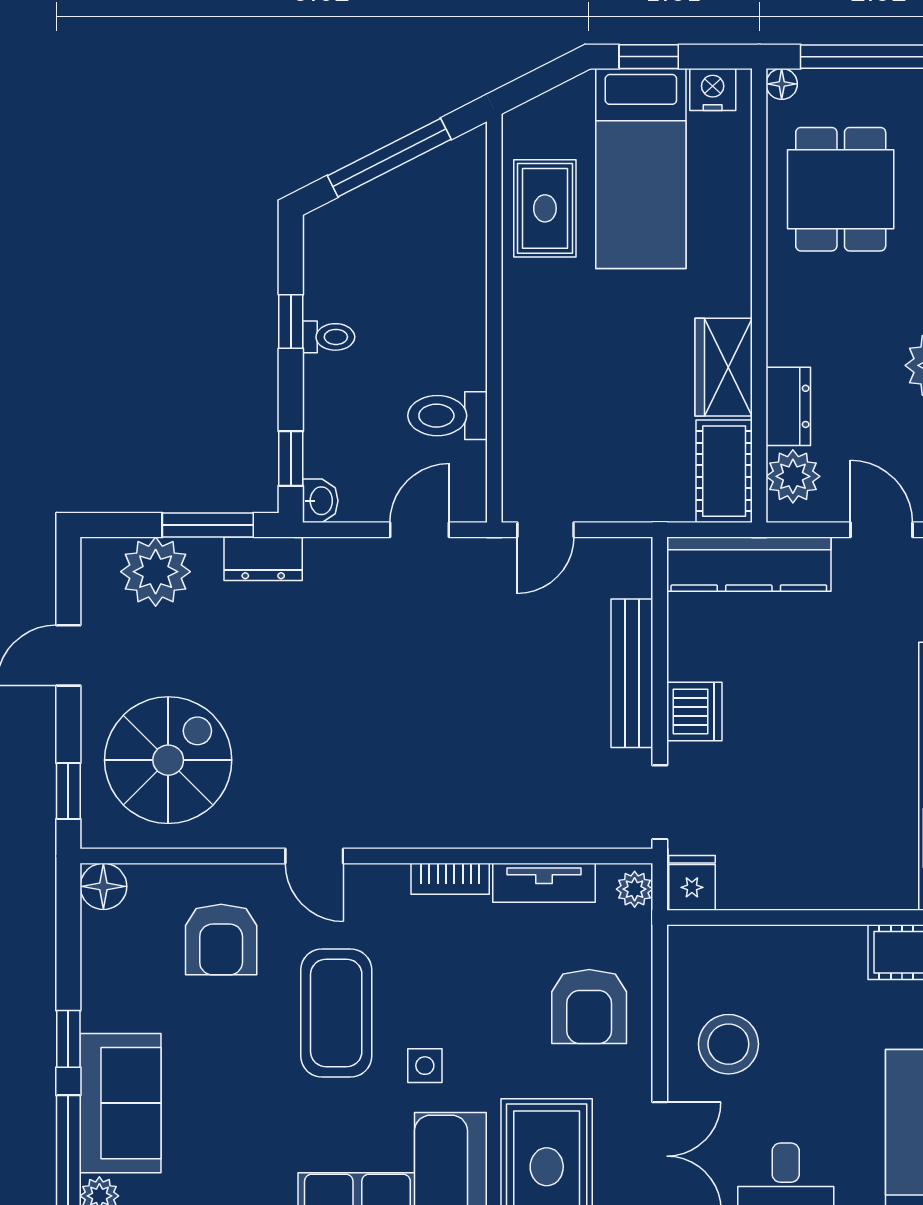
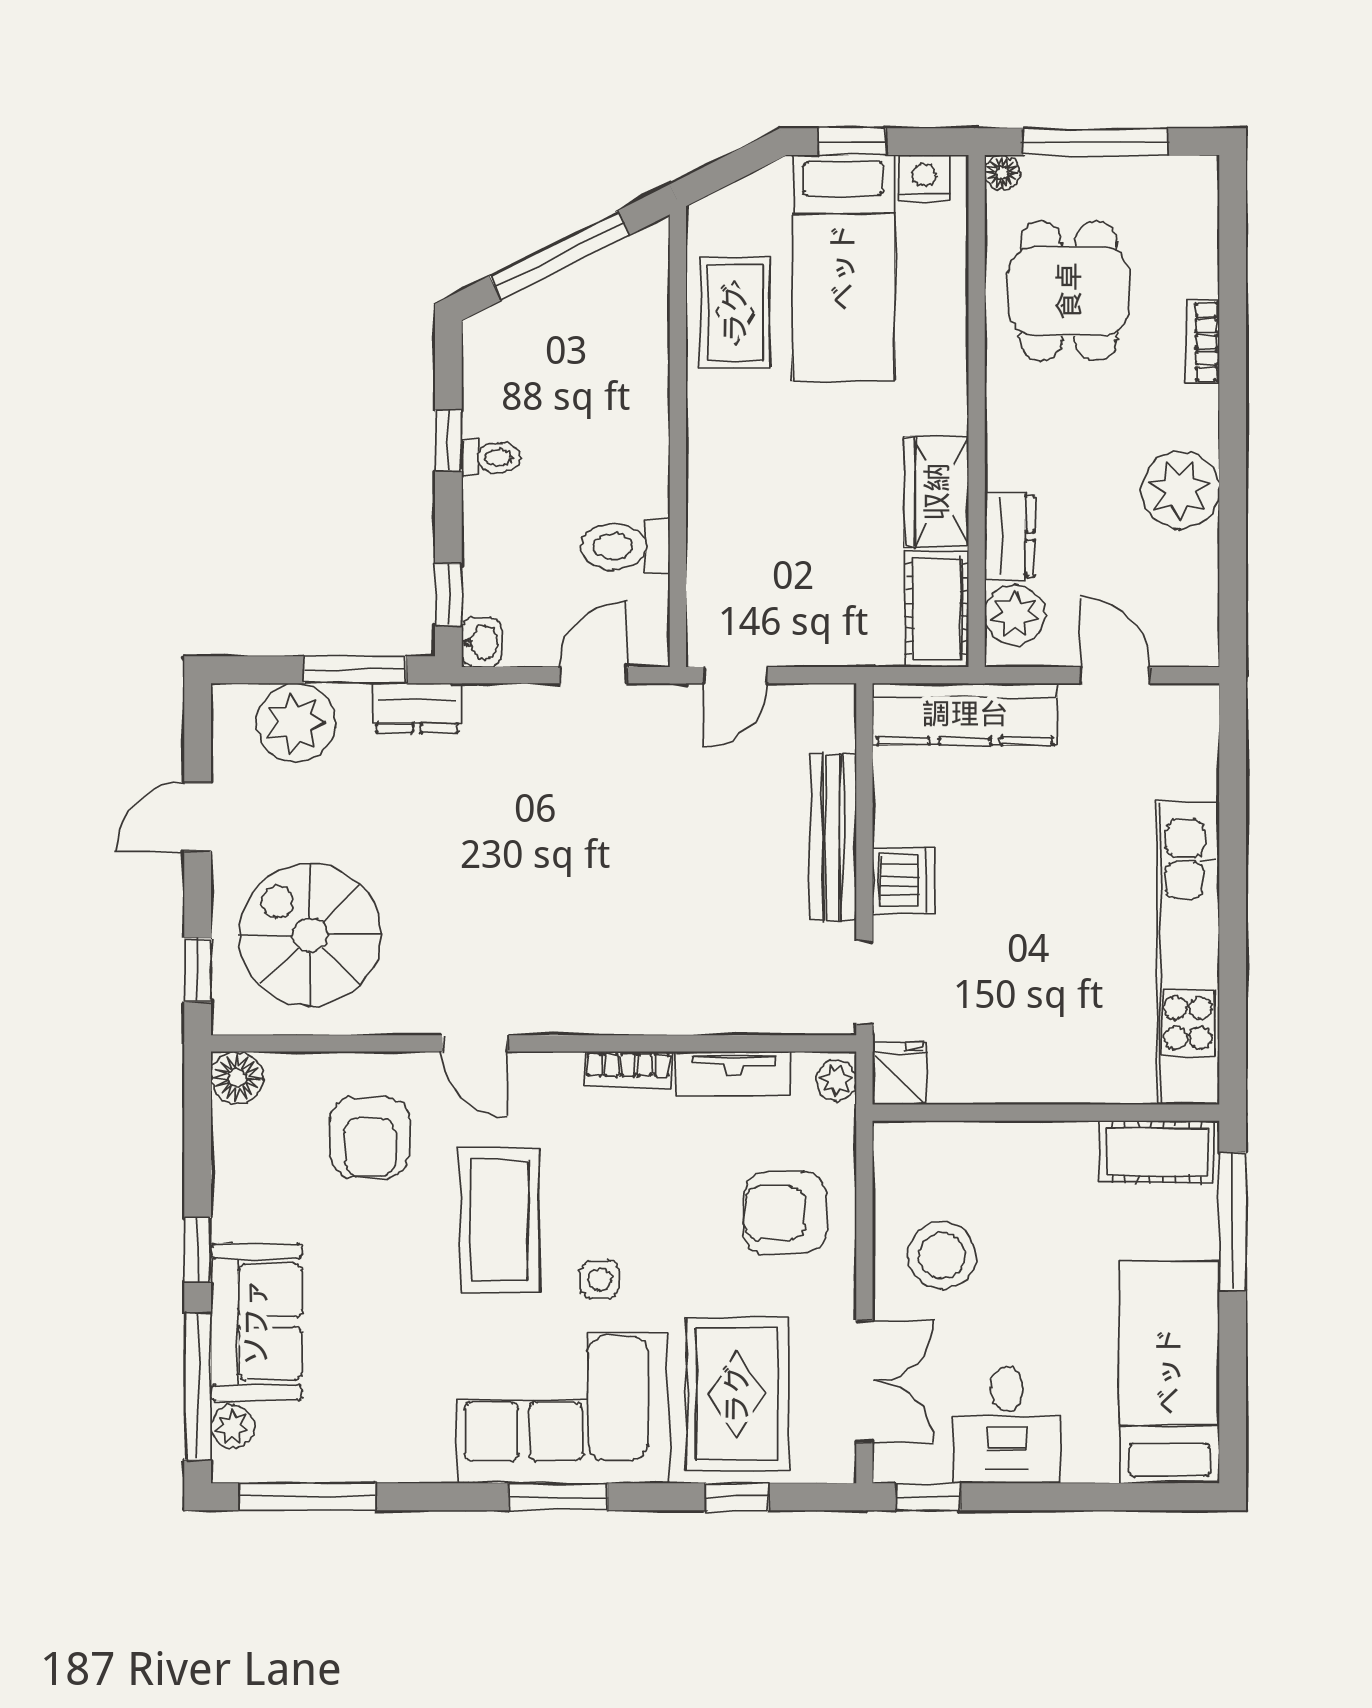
spiral stairs: (168, 760) -> (310, 935), turned -90
armchair: (589, 1007) -> (785, 1213), turned 90

